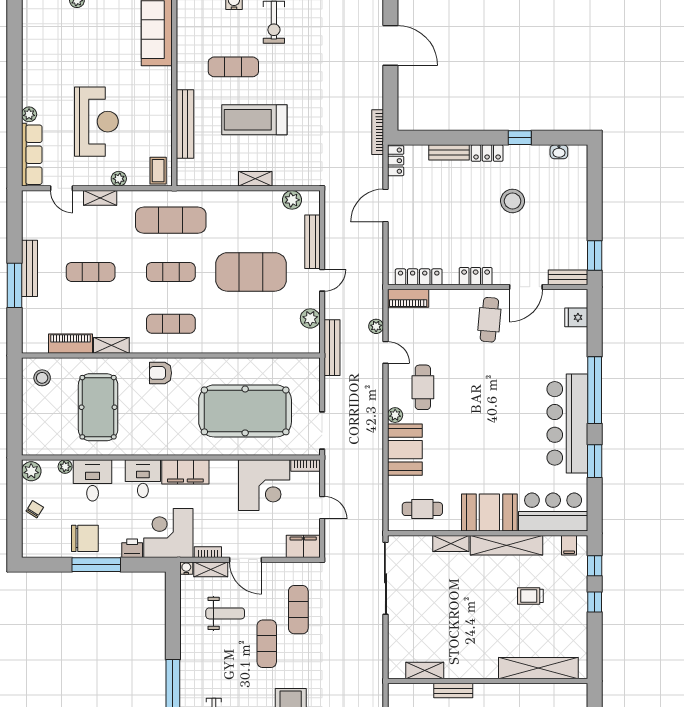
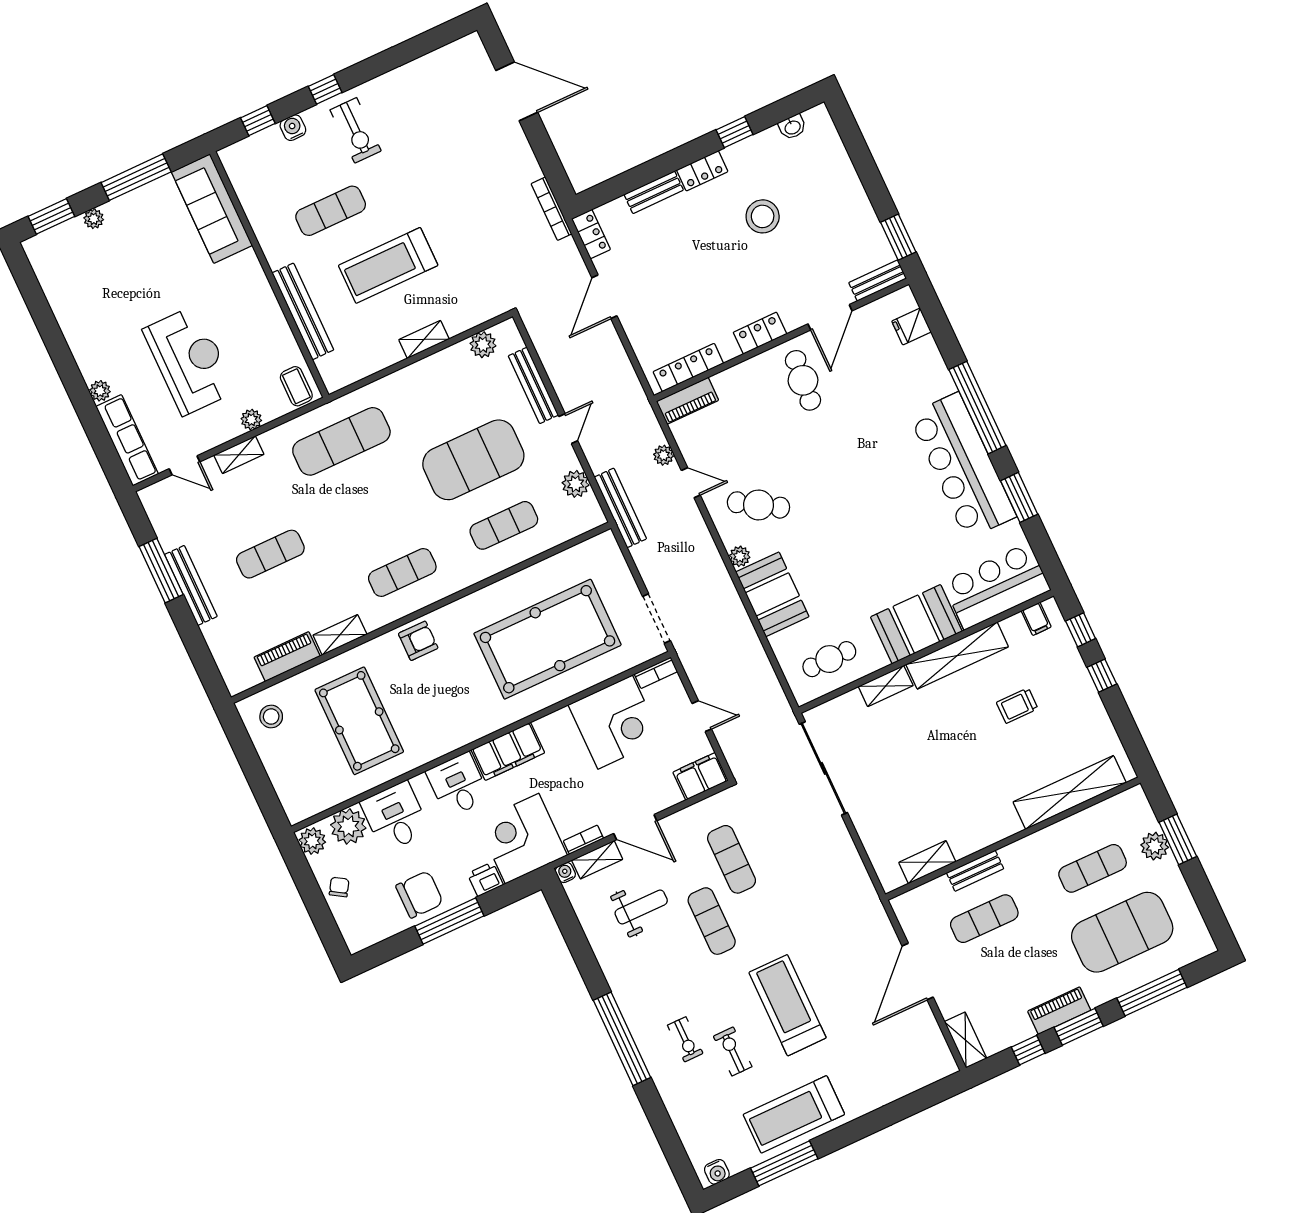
exercise mat: (171, 272) -> (504, 525), moved
window: (15, 285) -> (161, 571), moved
armchair: (161, 373) -> (418, 641), turned 180
cafe table: (423, 387) -> (758, 505), turned -58
plant: (65, 467) -> (348, 826), width x1.88, depth x1.88

